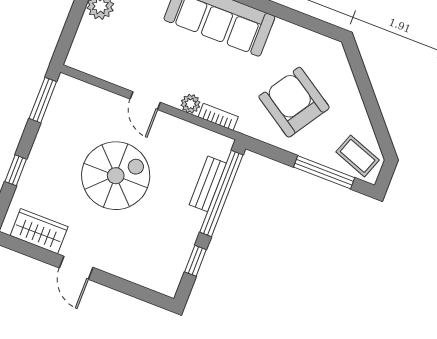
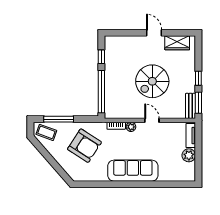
tv unit: (82, 43) -> (191, 136), added
window: (16, 170) -> (198, 78), moved
bench: (208, 184) -> (191, 106), moved

